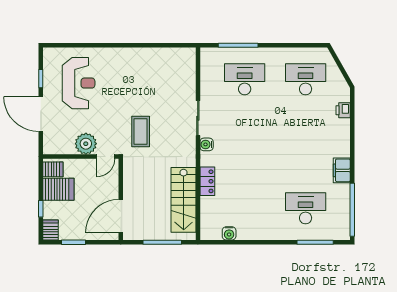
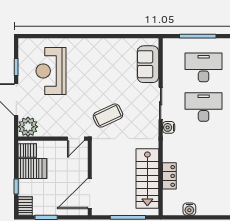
sofa: (184, 76) -> (148, 64), added
reception desk: (79, 83) -> (51, 71), turned 180
desk: (245, 122) -> (204, 107), added
coffee table: (141, 132) -> (108, 116), turned 65
plant: (86, 144) -> (28, 127), moved
locker: (207, 181) -> (169, 176), moved

